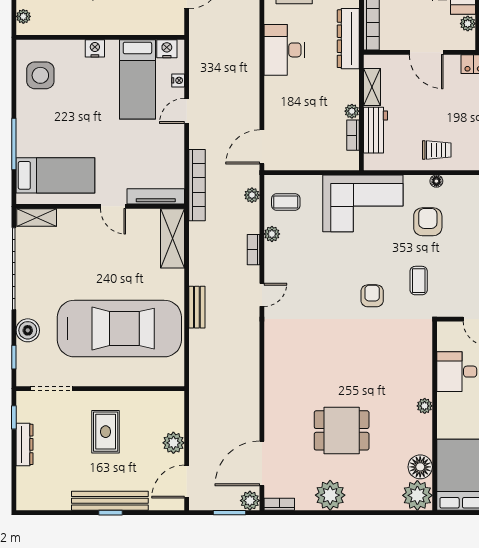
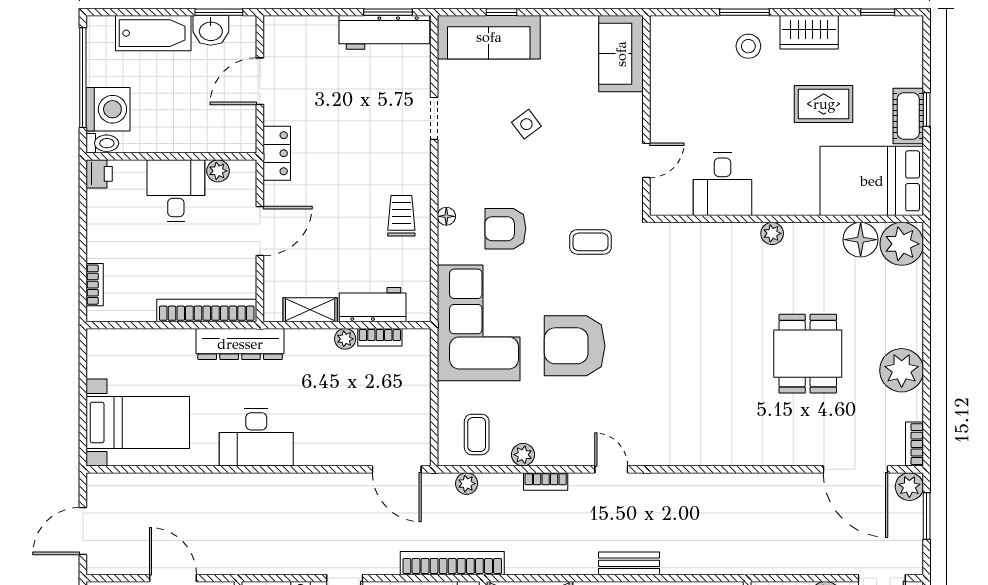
armchair: (372, 296) -> (575, 346), moved, width x1.88, depth x1.88

